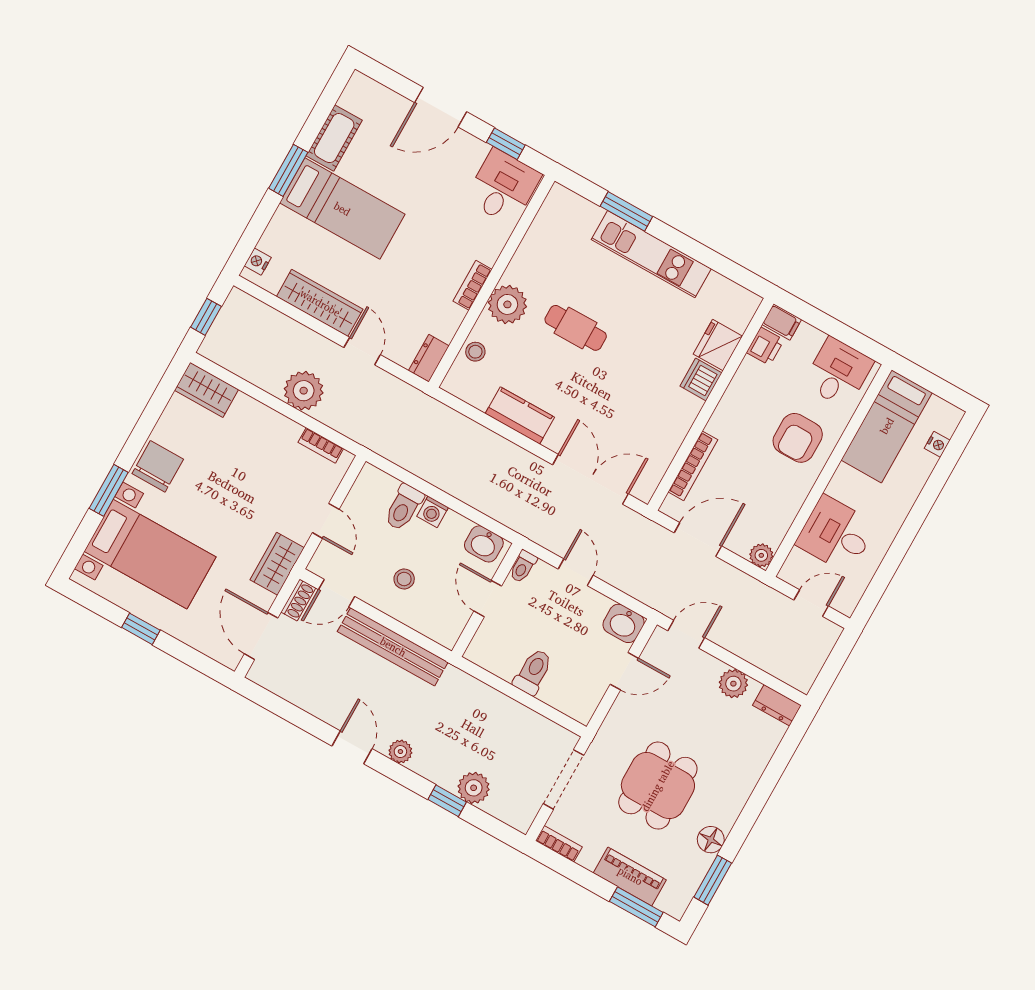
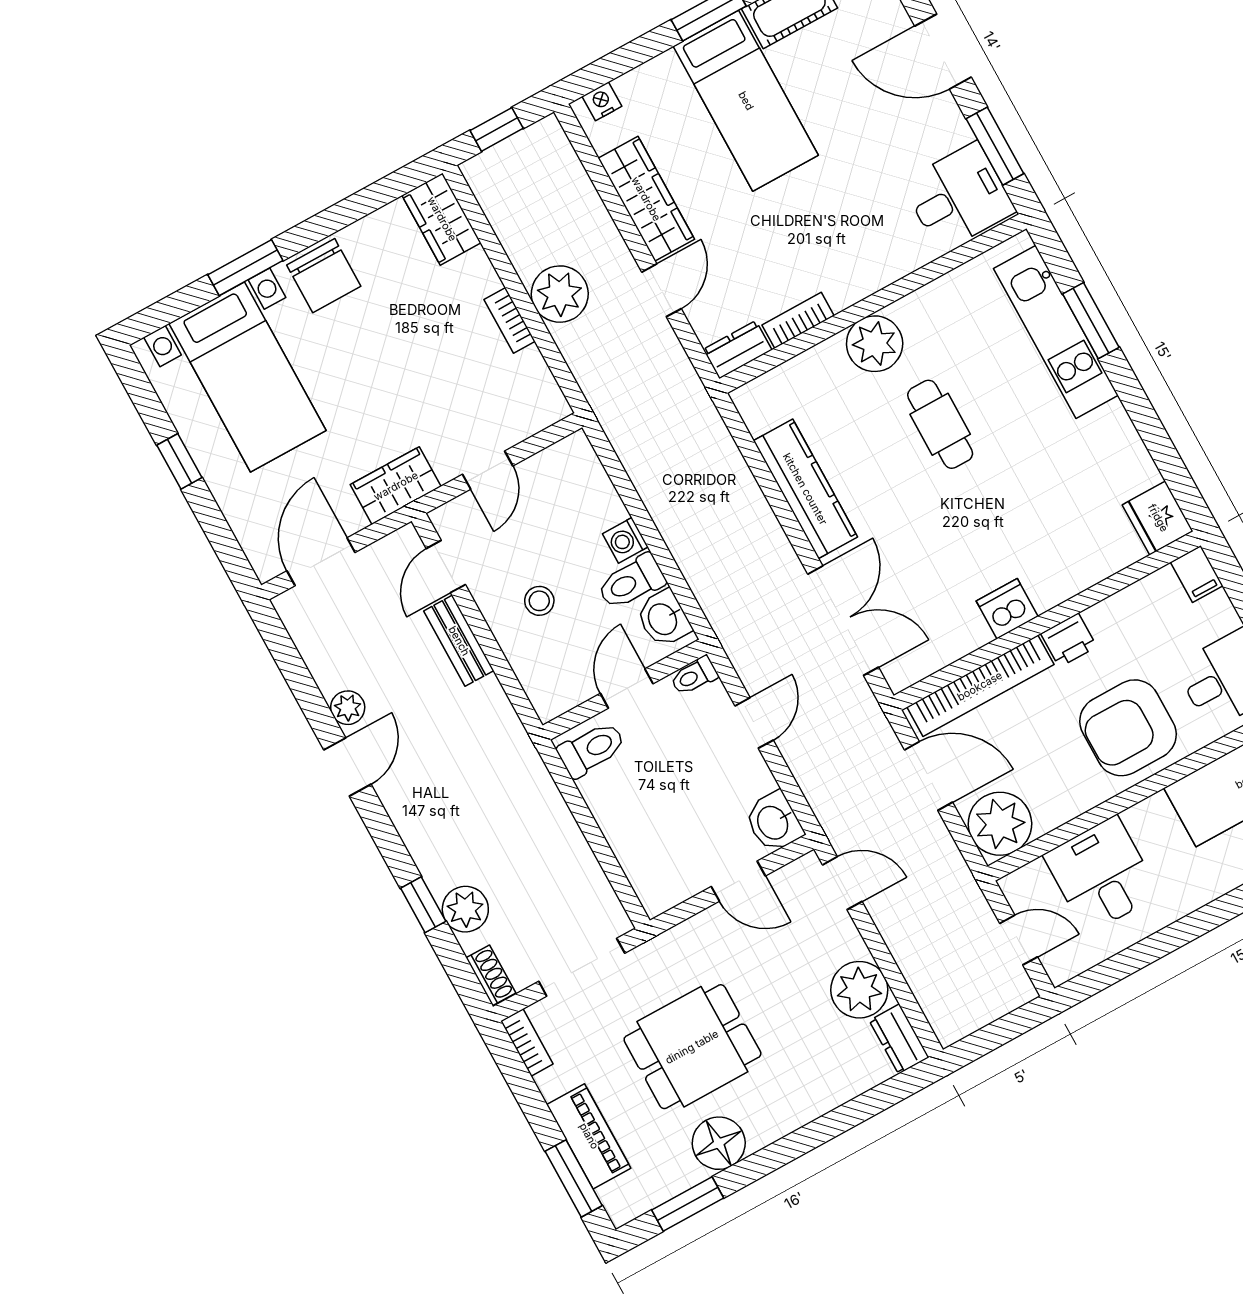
window: (506, 144) -> (995, 146), width x1.50
kitchen unit: (651, 254) -> (1056, 332), moved
bookcase: (472, 285) -> (798, 320), moved
fridge: (718, 345) -> (1158, 518), moved, turned -90
printer: (765, 346) -> (1069, 640), moved
stool: (475, 352) -> (799, 377), removed
dishwasher: (701, 380) -> (1007, 609), moved
kitchen counter: (520, 415) -> (805, 489), width x1.50
armchair: (798, 438) -> (1128, 728), width x1.36, depth x1.36
bookcase: (321, 445) -> (510, 320), moved
chair: (158, 466) -> (324, 276), turned 90
bookcase: (693, 466) -> (980, 686), width x1.48, depth x1.31
toilet: (404, 507) -> (631, 582), moved
plant: (761, 555) -> (1000, 824), width x1.88, depth x1.88
door: (337, 593) -> (446, 567), hinge flipped
shoe rack: (298, 600) -> (491, 975), moved, turned -90
bench: (393, 647) -> (459, 641), width x0.54, depth x0.82
toilet: (533, 672) -> (592, 749), moved
plant: (733, 684) -> (859, 990), width x1.36, depth x1.36
plant: (400, 752) -> (348, 708), moved
floor lamp: (711, 840) -> (719, 1143), width x1.38, depth x1.38

